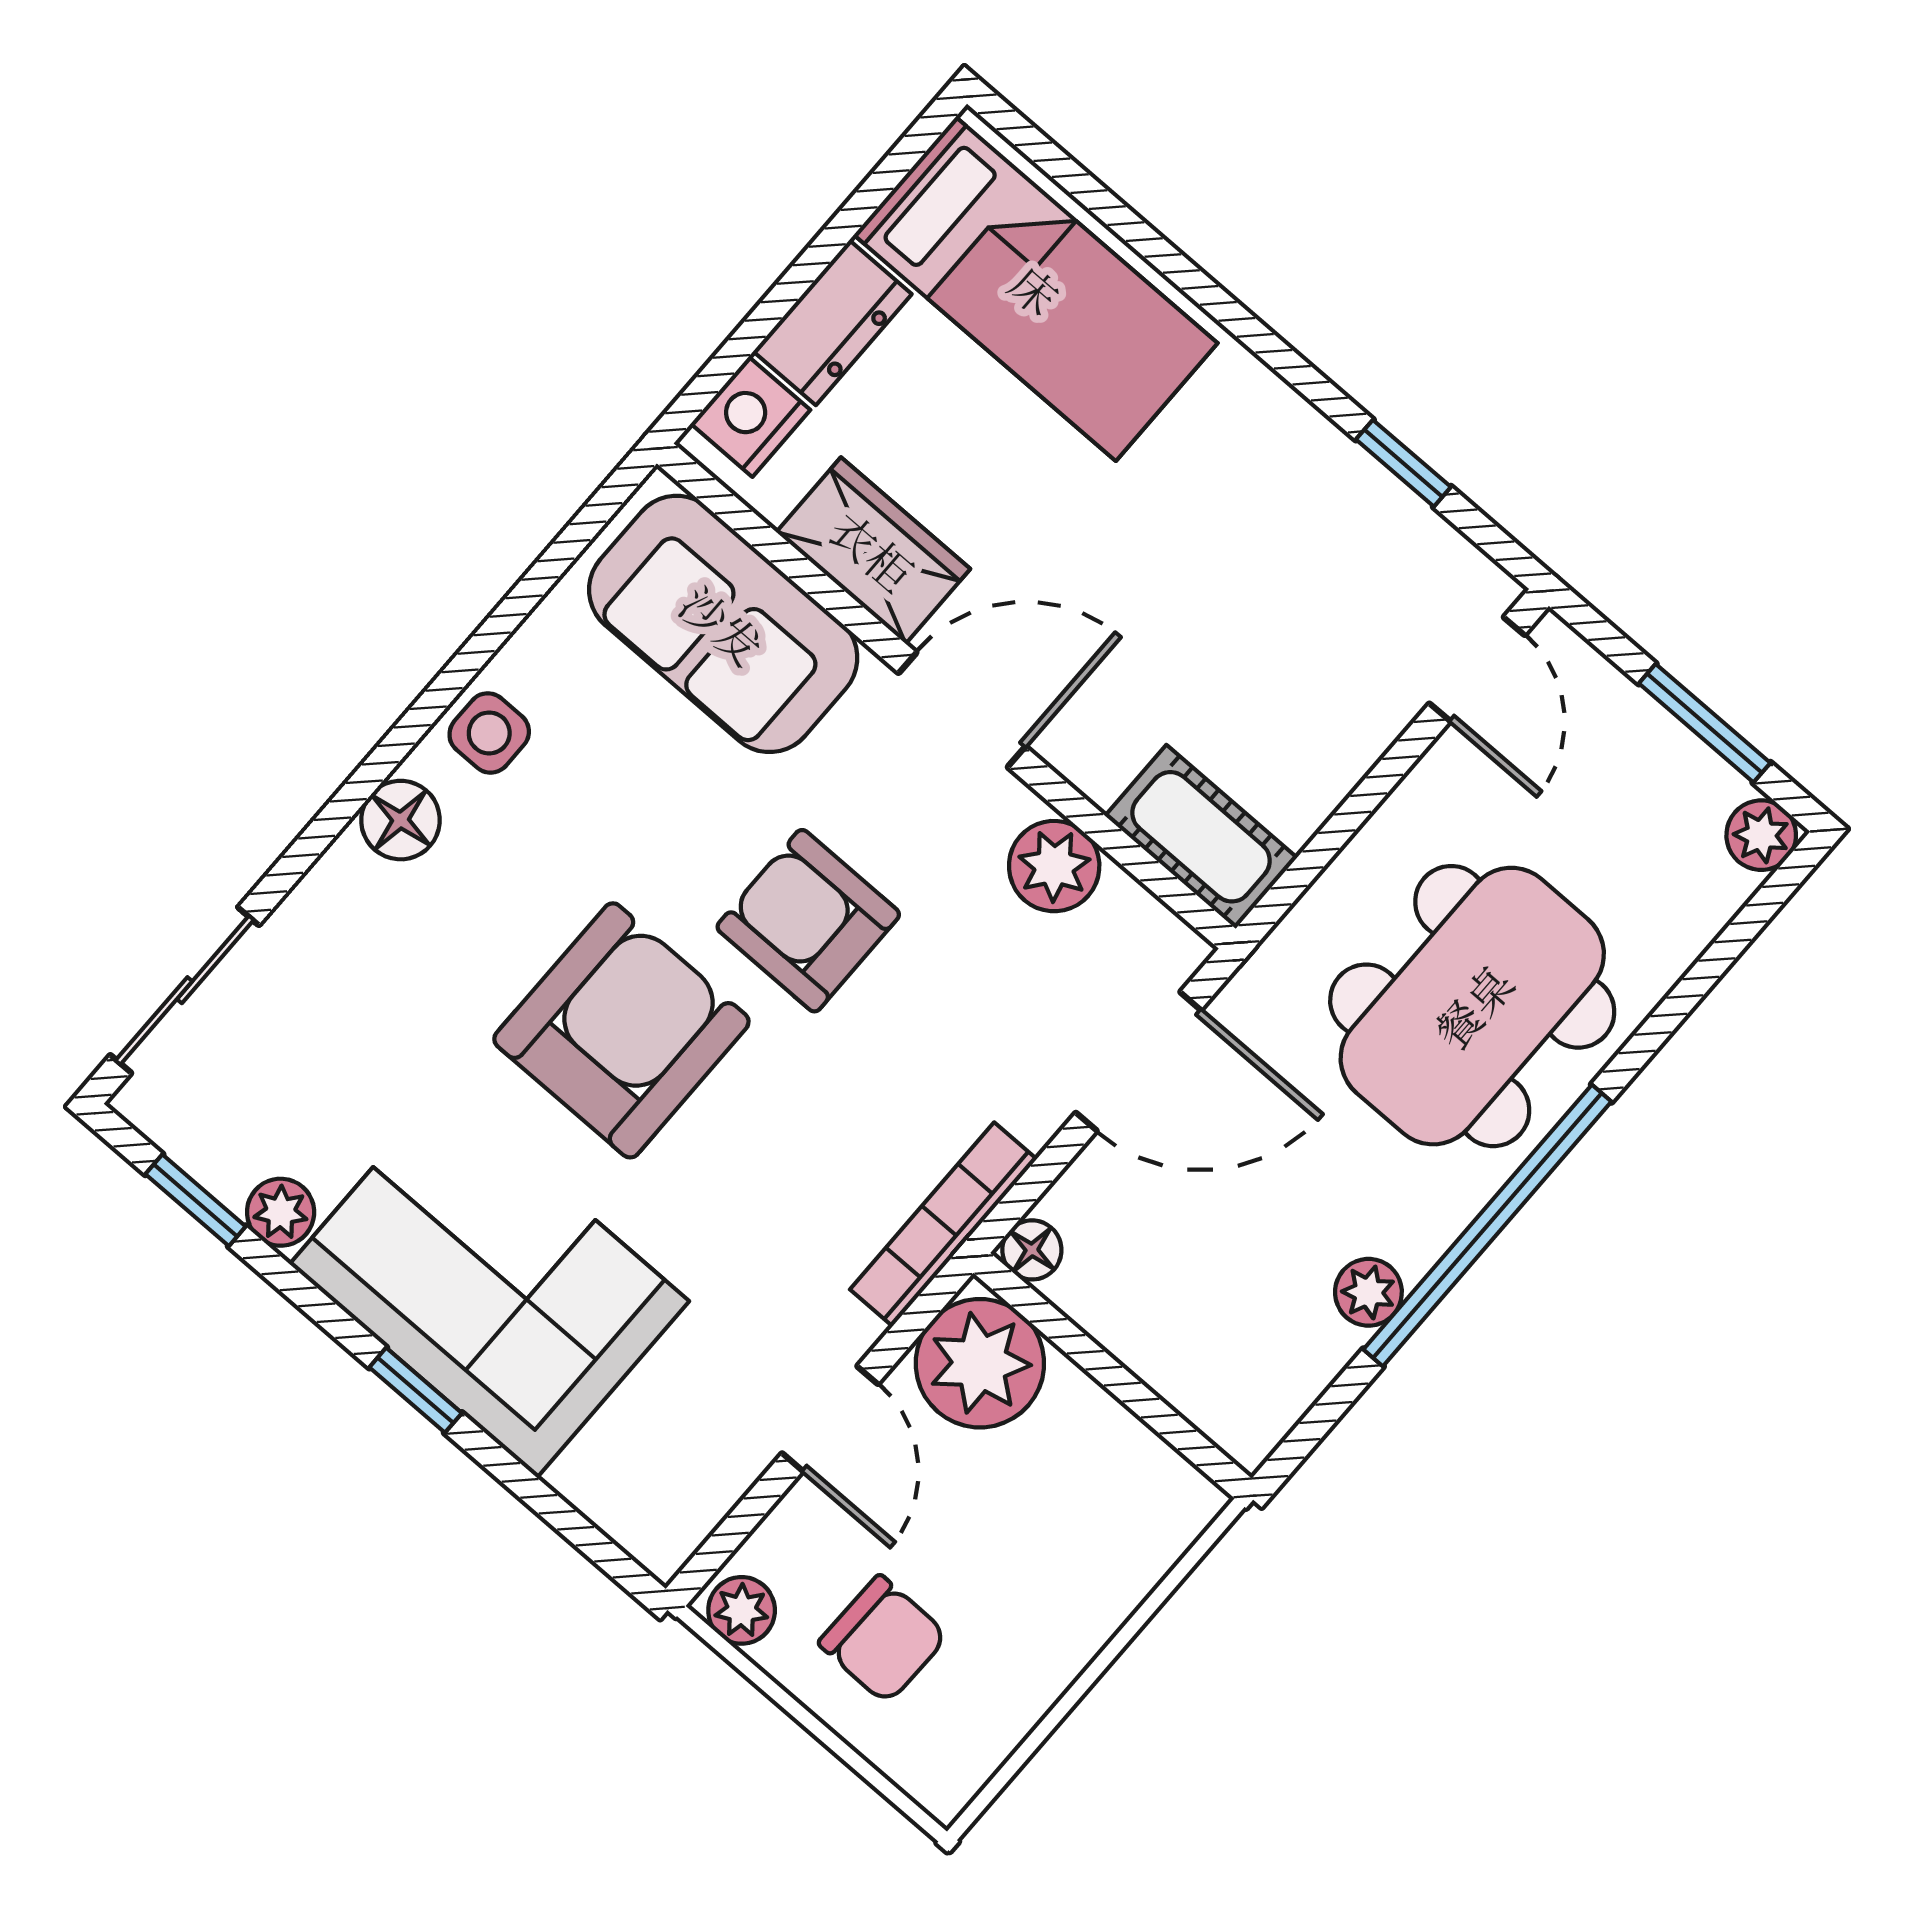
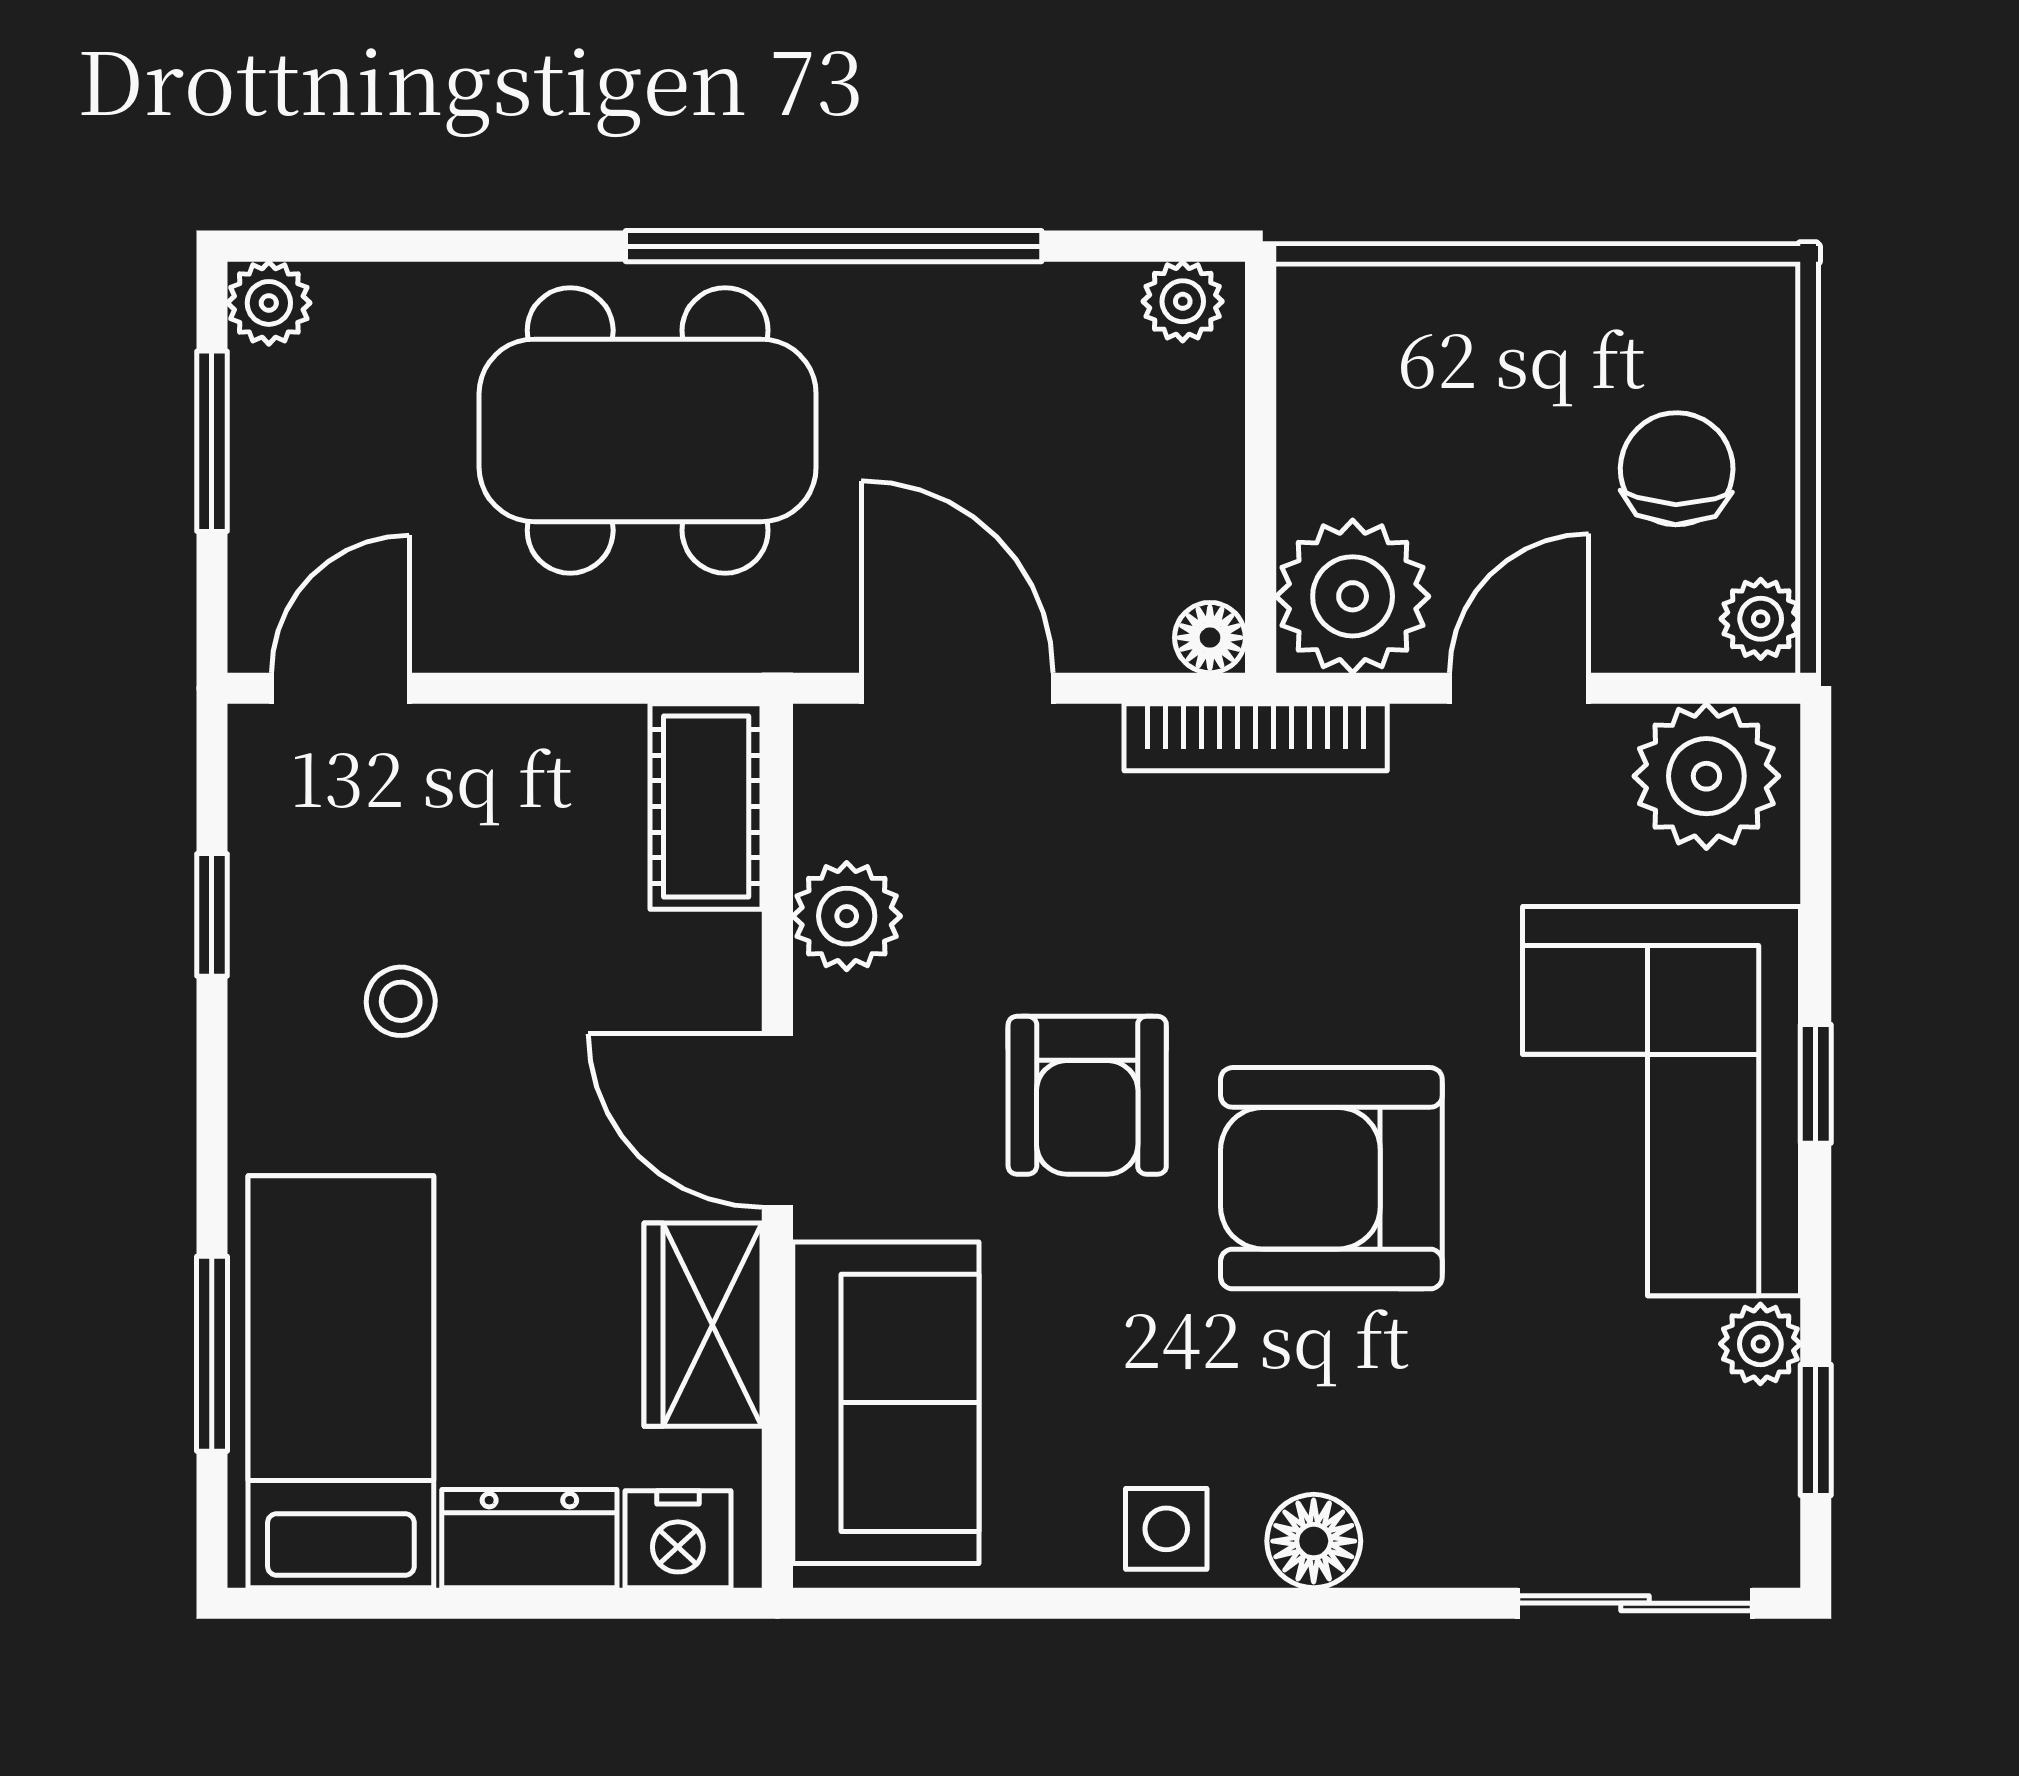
window: (1124, 222) -> (212, 1354), added
stool: (1245, 536) -> (401, 1001), added
plant: (1368, 1292) -> (1183, 301), moved
plant: (671, 1490) -> (1706, 776), added

